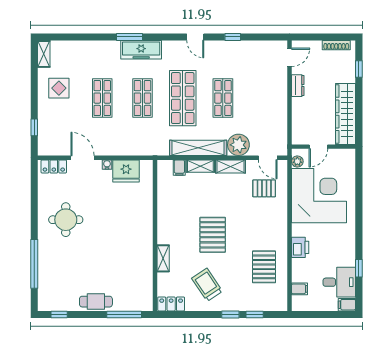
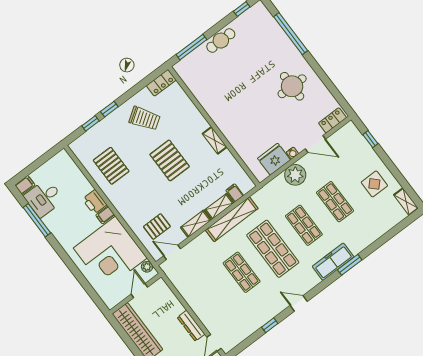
dresser: (298, 86) -> (191, 326), width x1.44
plant: (238, 145) -> (295, 175), moved
shelving: (163, 258) -> (215, 140), moved
window: (359, 268) -> (37, 220), width x2.17
filing cabinet: (300, 289) -> (105, 215), moved

